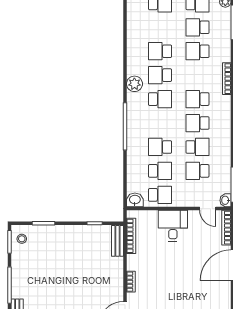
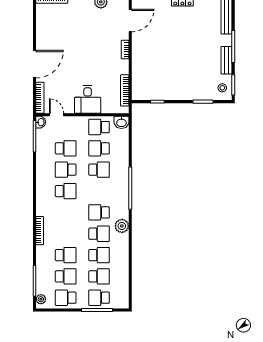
school desk: (197, 99) -> (99, 276), moved
bench: (117, 241) -> (226, 60), moved

